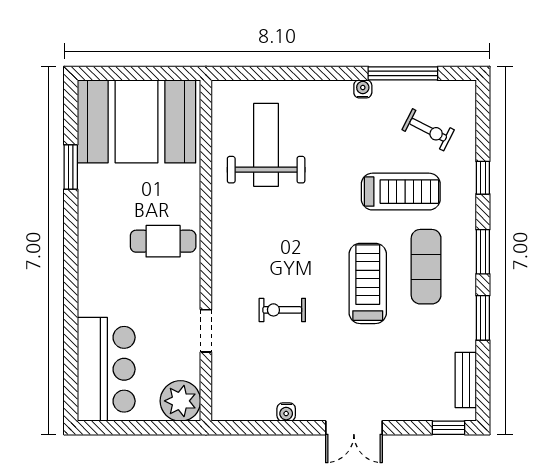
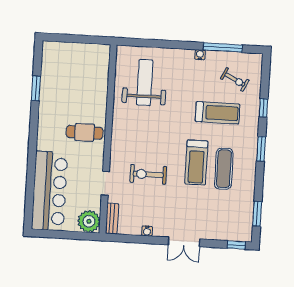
booth: (136, 121) -> (74, 65), removed
exercise mat: (426, 267) -> (224, 169), moved
treadmill: (368, 283) -> (196, 163), turned 180
exercise bike: (282, 310) -> (148, 174), width x1.38, depth x1.39
window: (483, 318) -> (257, 214), moved
bar counter: (106, 369) -> (50, 191), width x1.36
bench: (466, 380) -> (112, 219), moved

